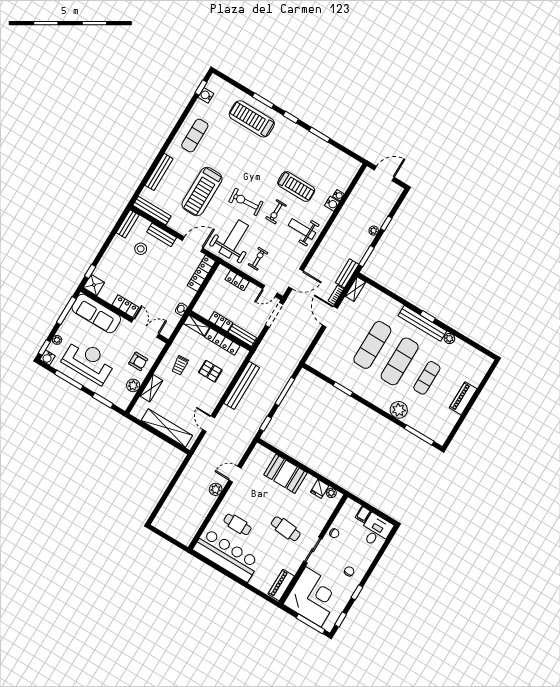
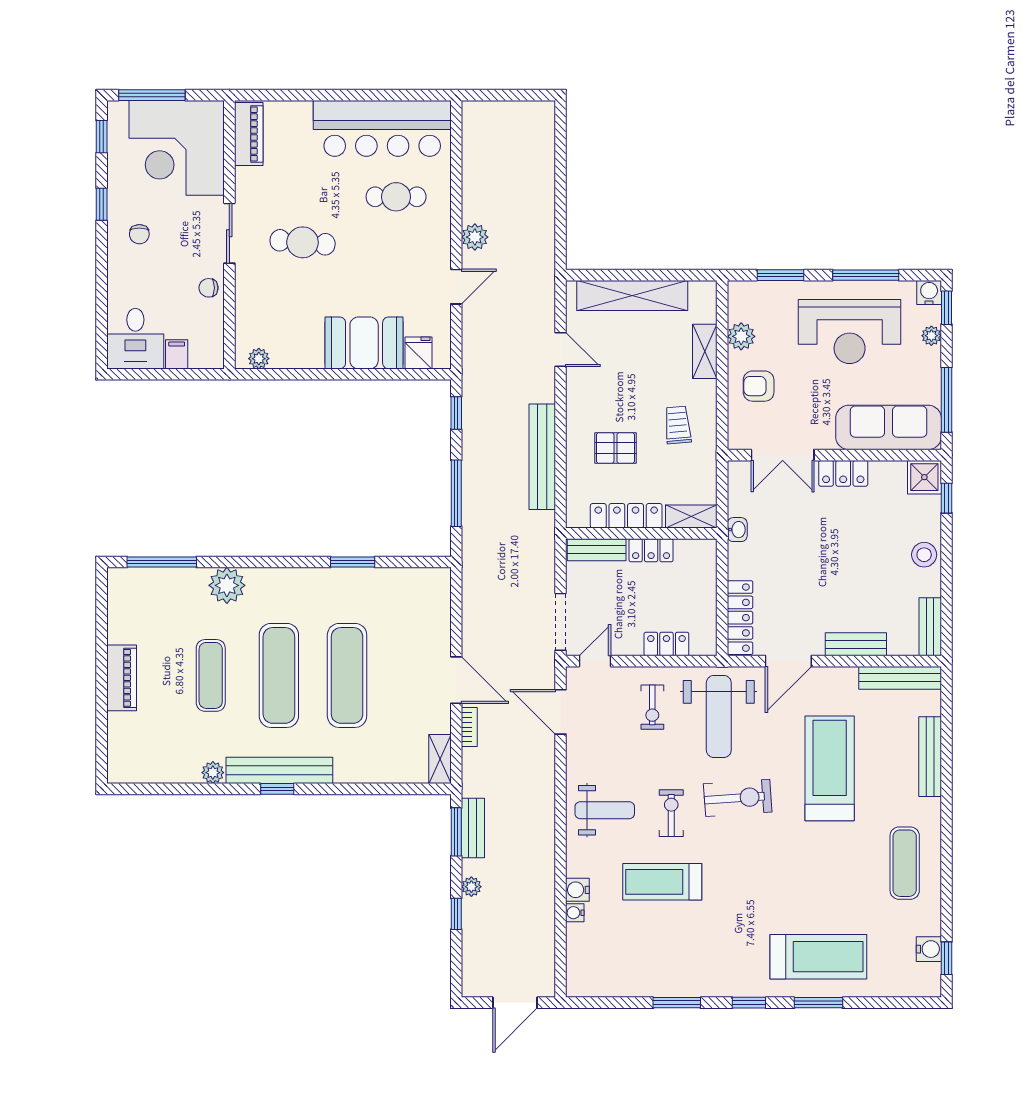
stool: (141, 249) -> (924, 555), moved
bench: (347, 273) -> (473, 828), moved
door: (296, 279) -> (561, 712), hinge flipped
fridge: (320, 489) -> (419, 353), moved

